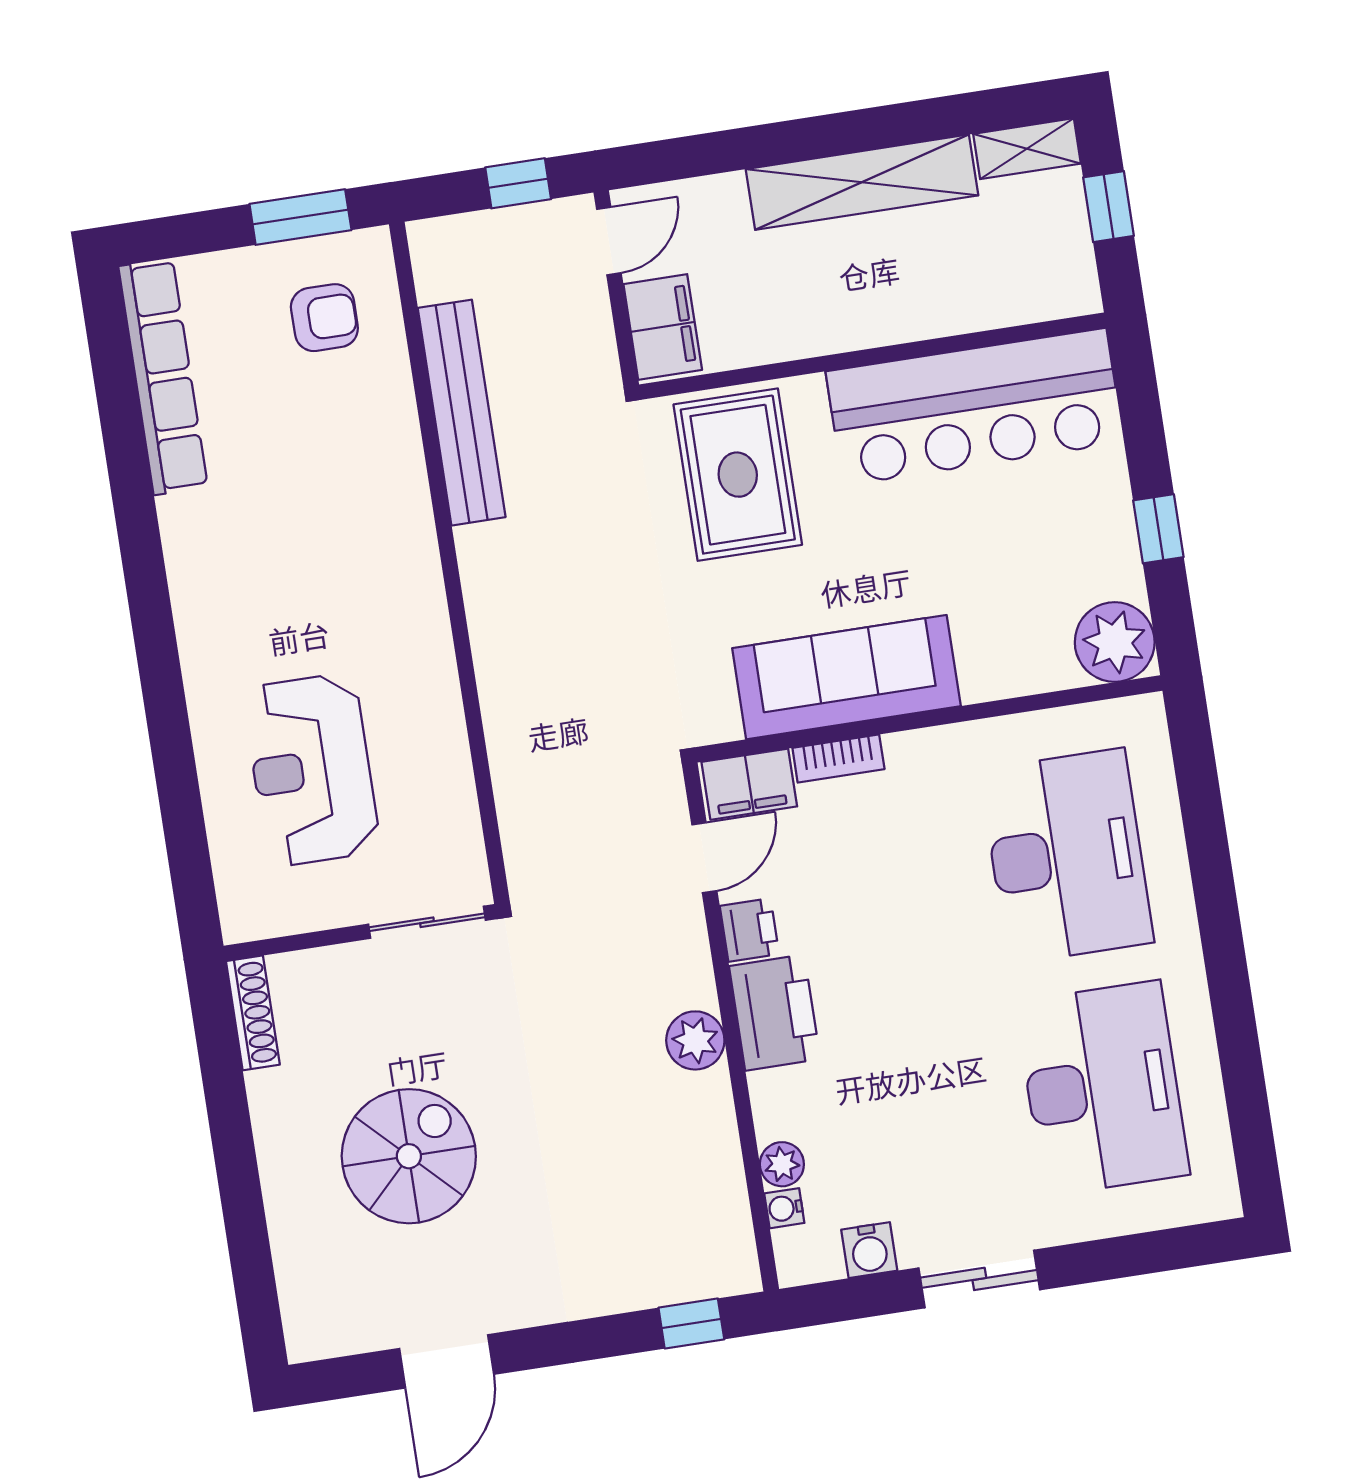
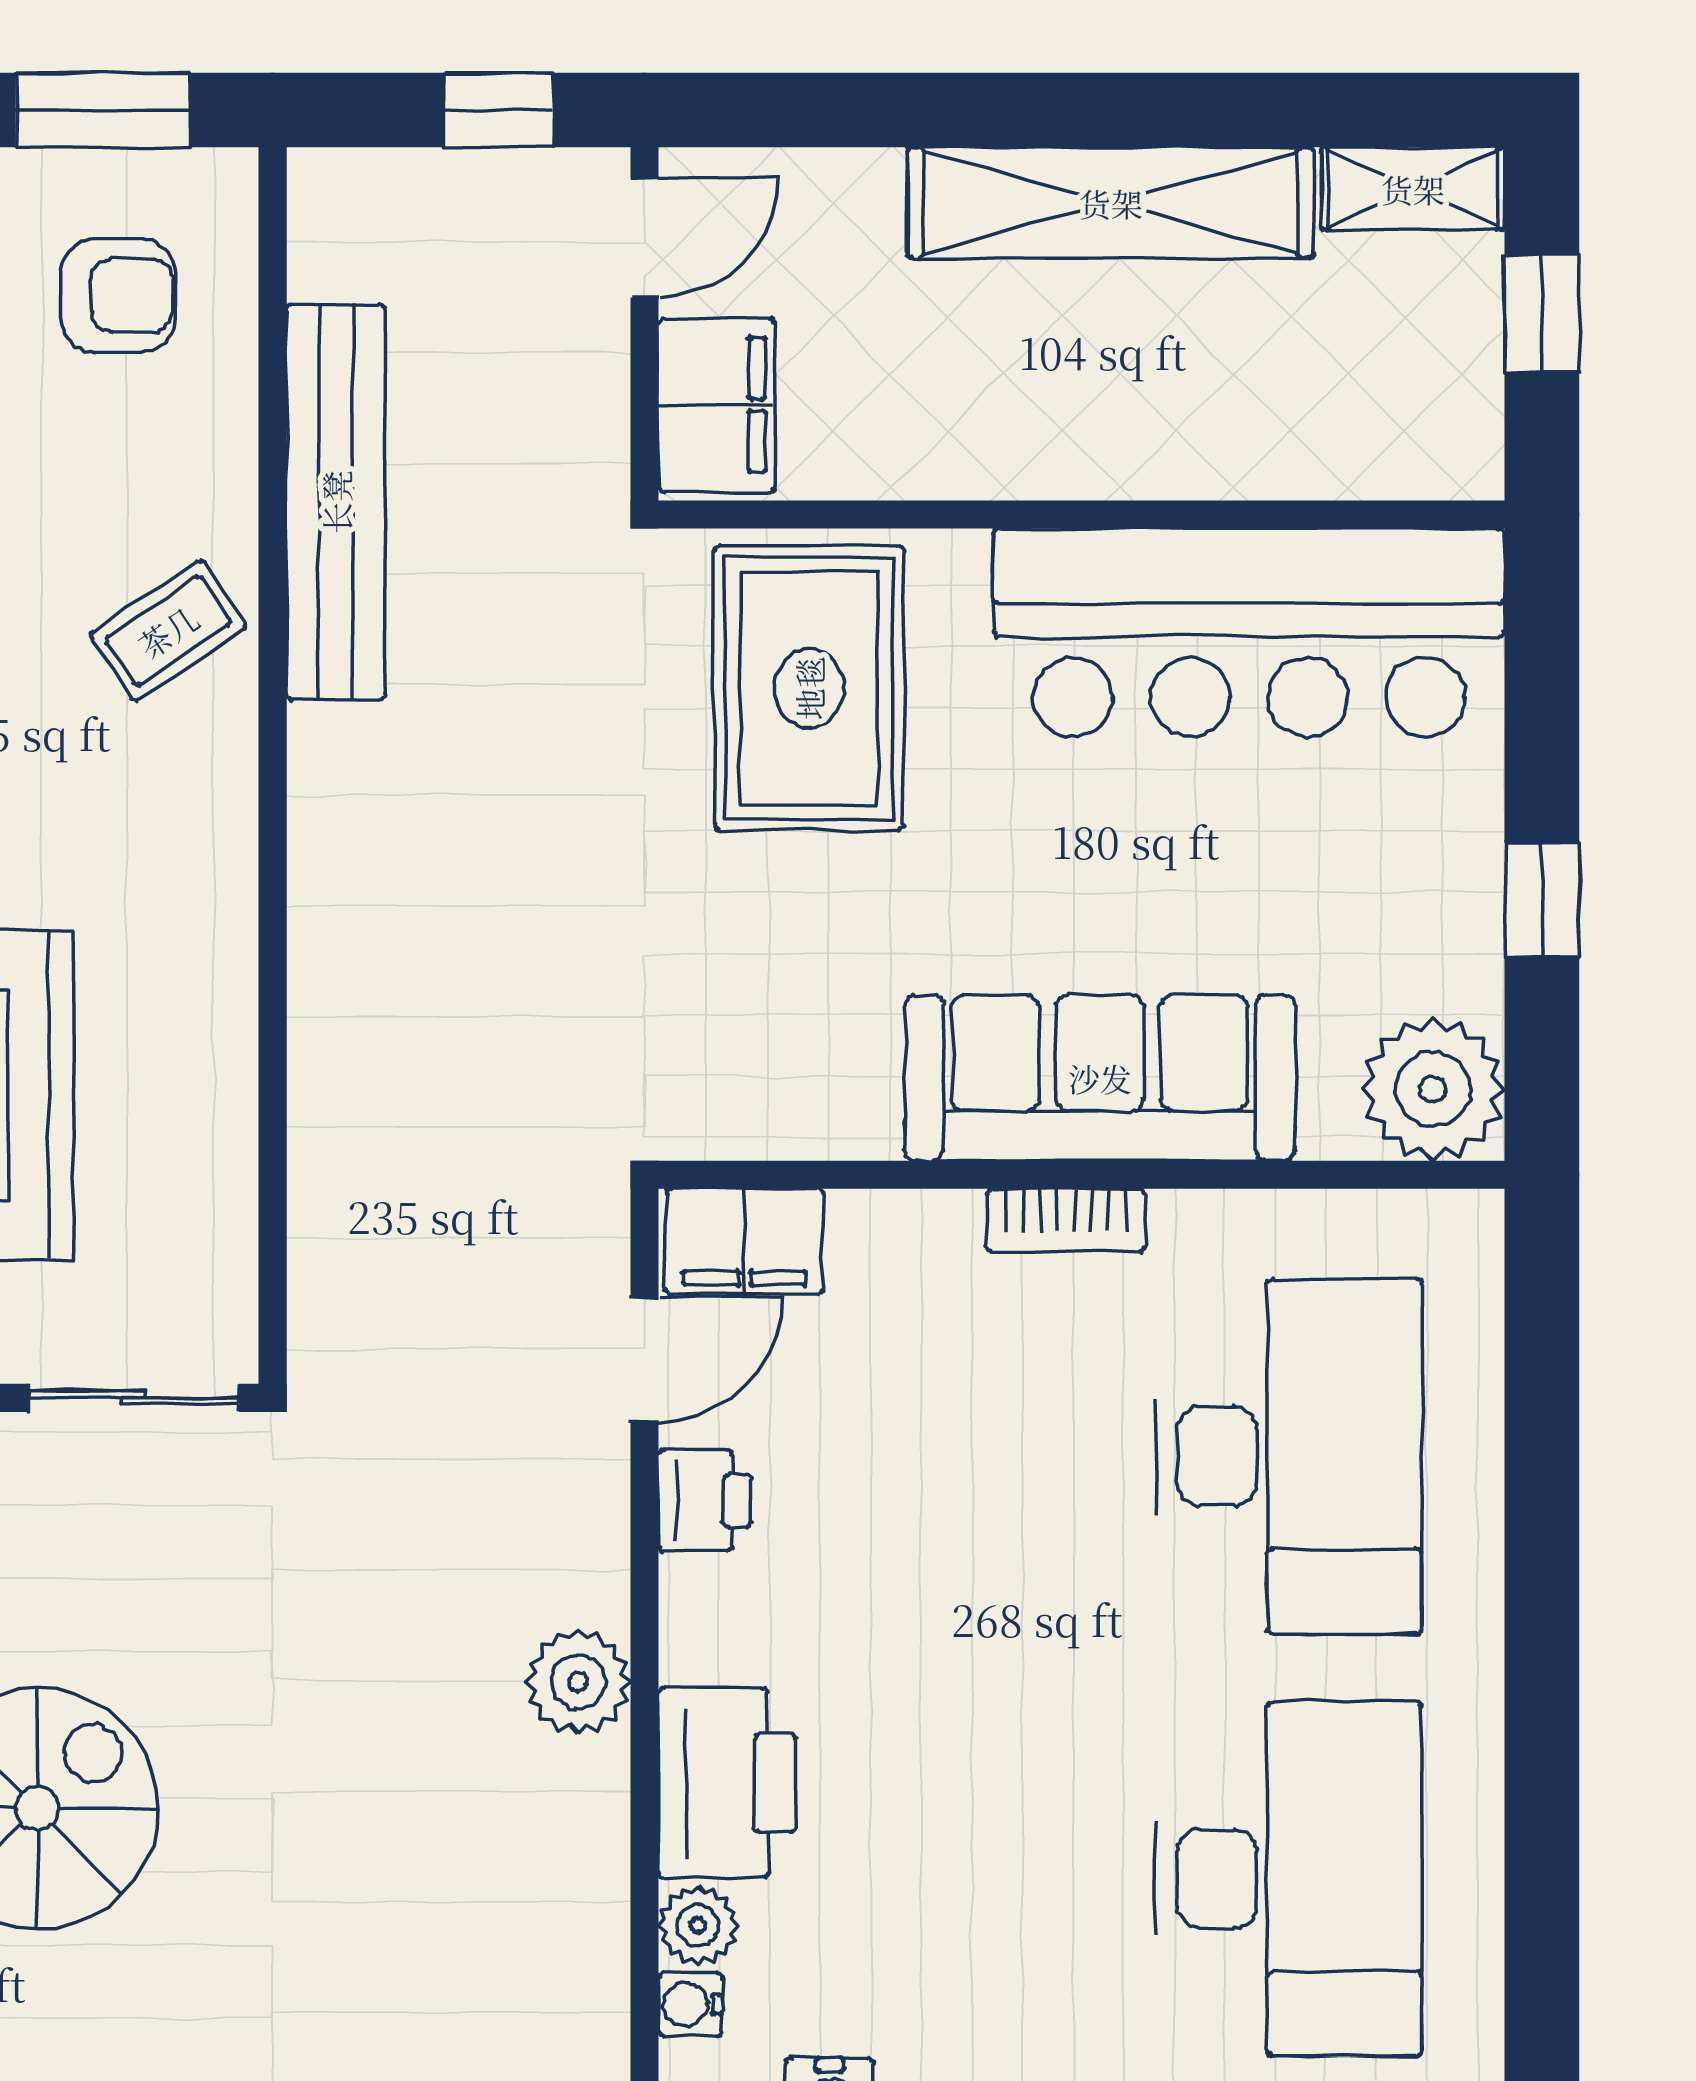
coffee table: (381, 498) -> (168, 631), added
sofa: (846, 677) -> (1100, 1078), moved
bookcase: (838, 759) -> (1066, 1220), moved
printer: (775, 1013) -> (727, 1783), moved

